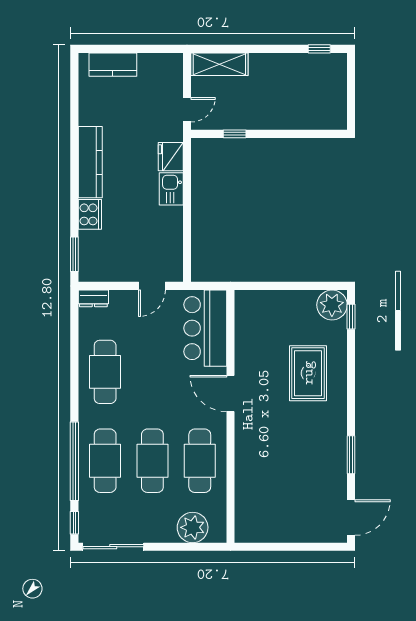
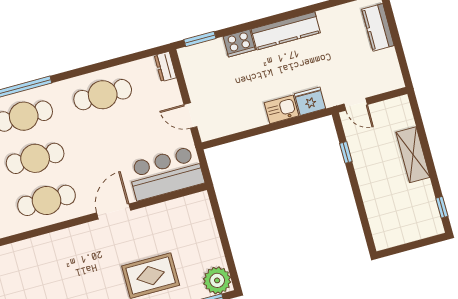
shelving: (219, 64) -> (413, 155), moved

